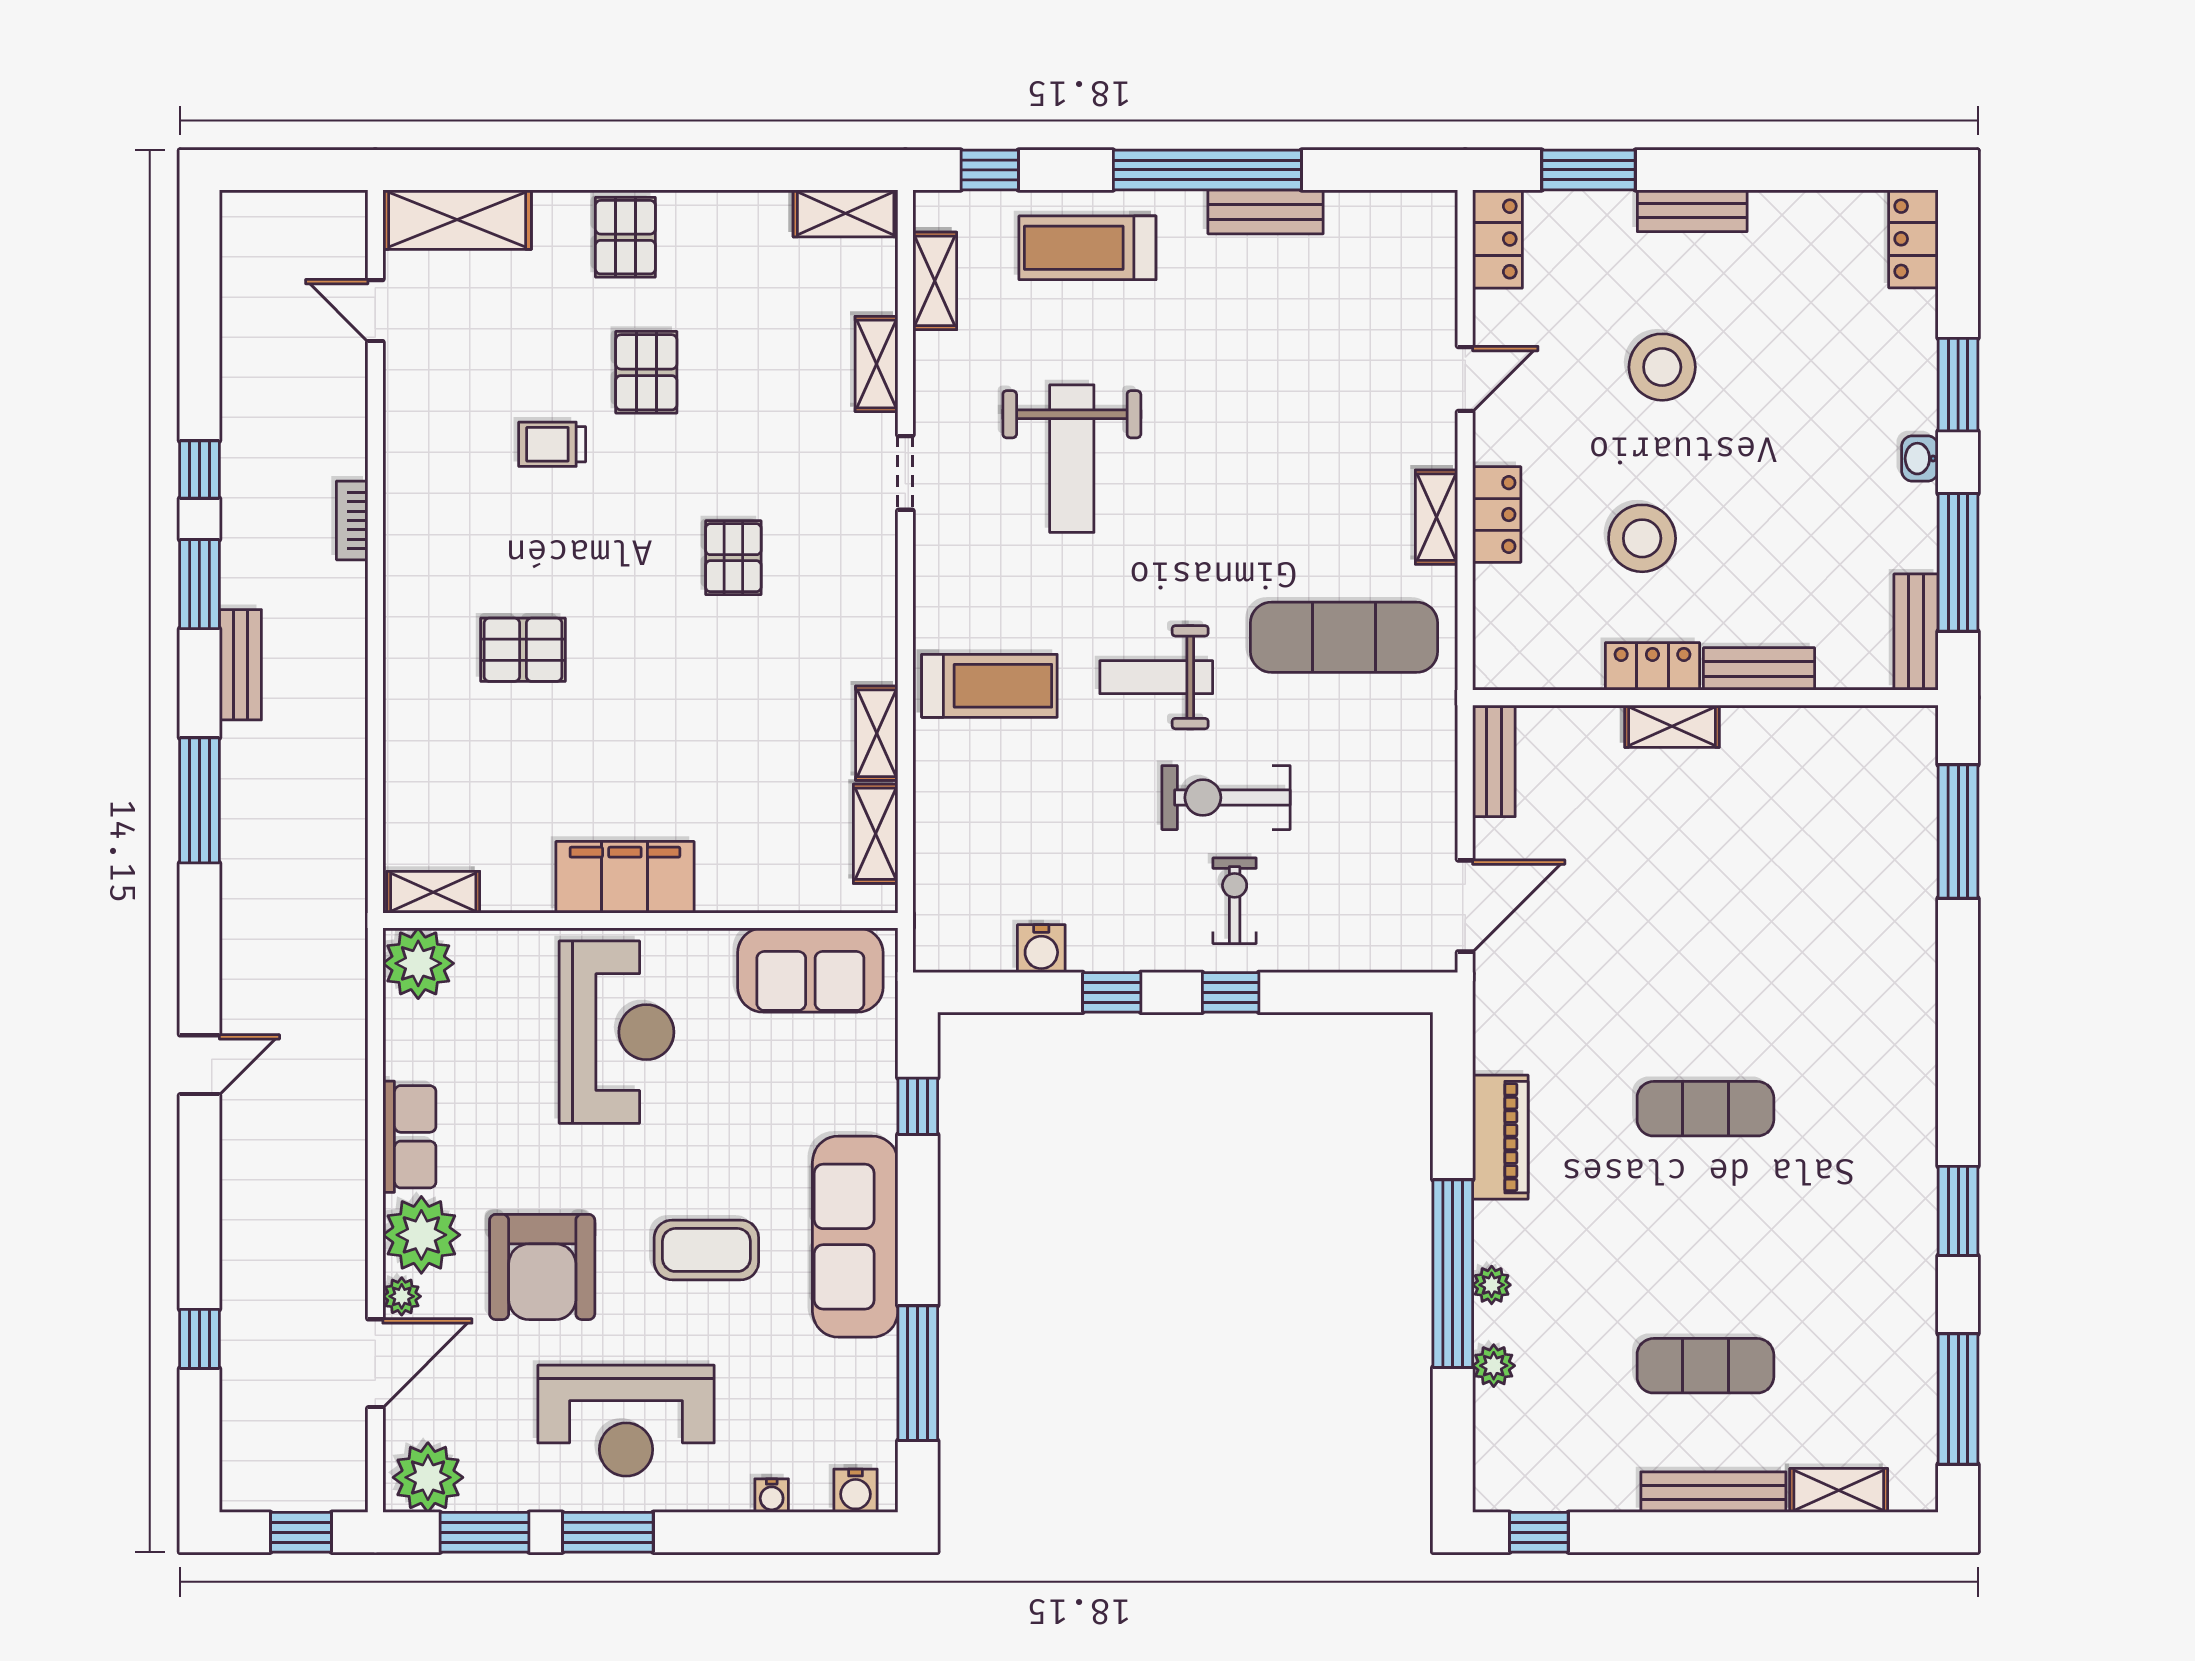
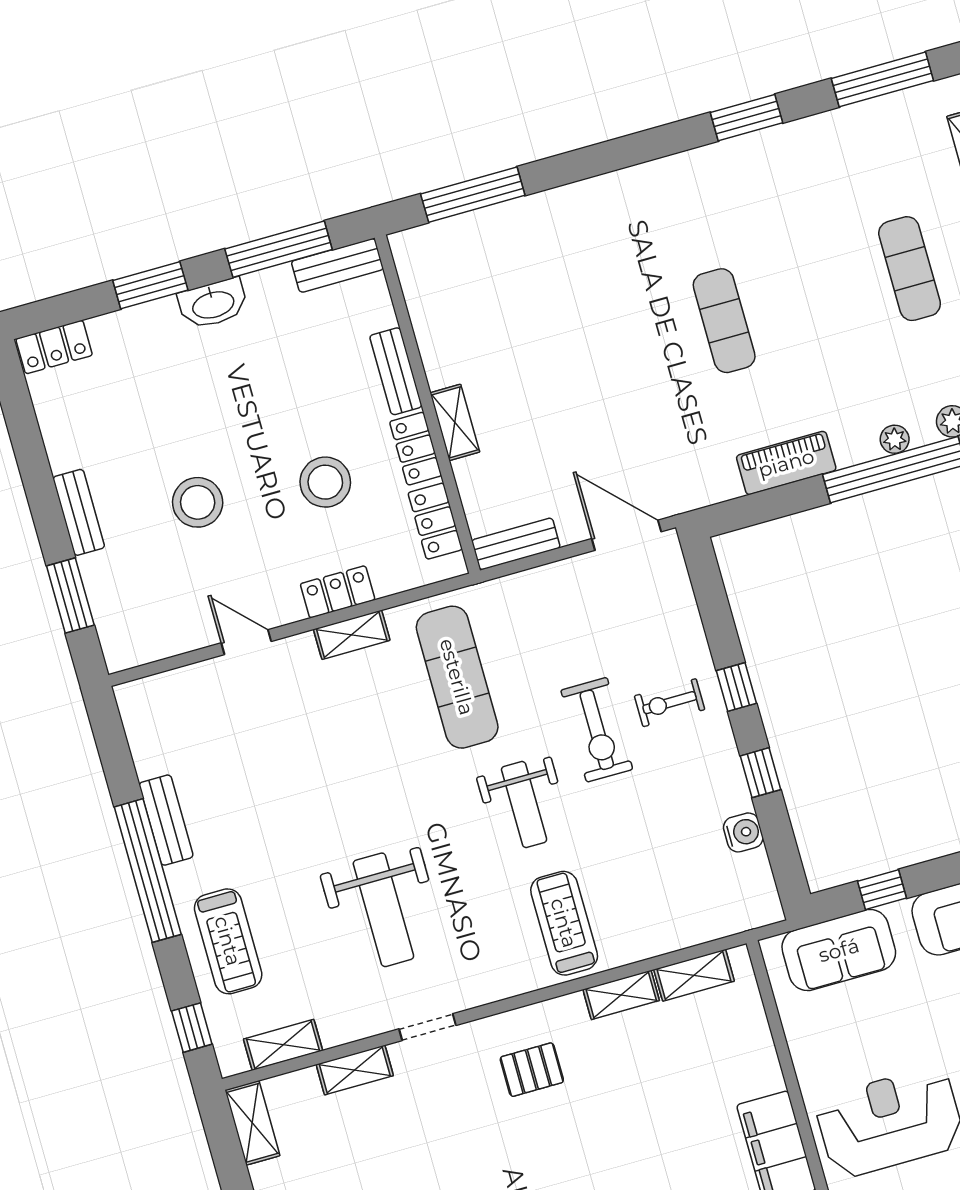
locker: (1497, 239) -> (435, 521), moved, turned -90
weight bench: (1072, 459) -> (383, 910), turned 90
washbasin: (1920, 459) -> (213, 304), width x1.91, depth x1.45
pallet: (733, 558) -> (532, 1070), moved
sofa: (810, 970) -> (839, 950), moved, turned 90

